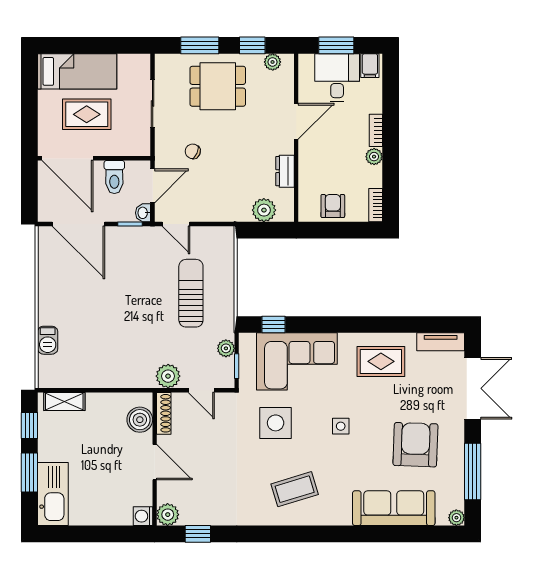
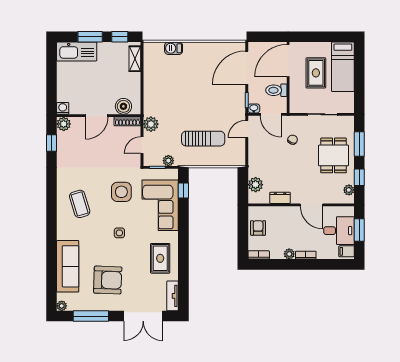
armchair: (333, 206) -> (258, 228), turned -90

